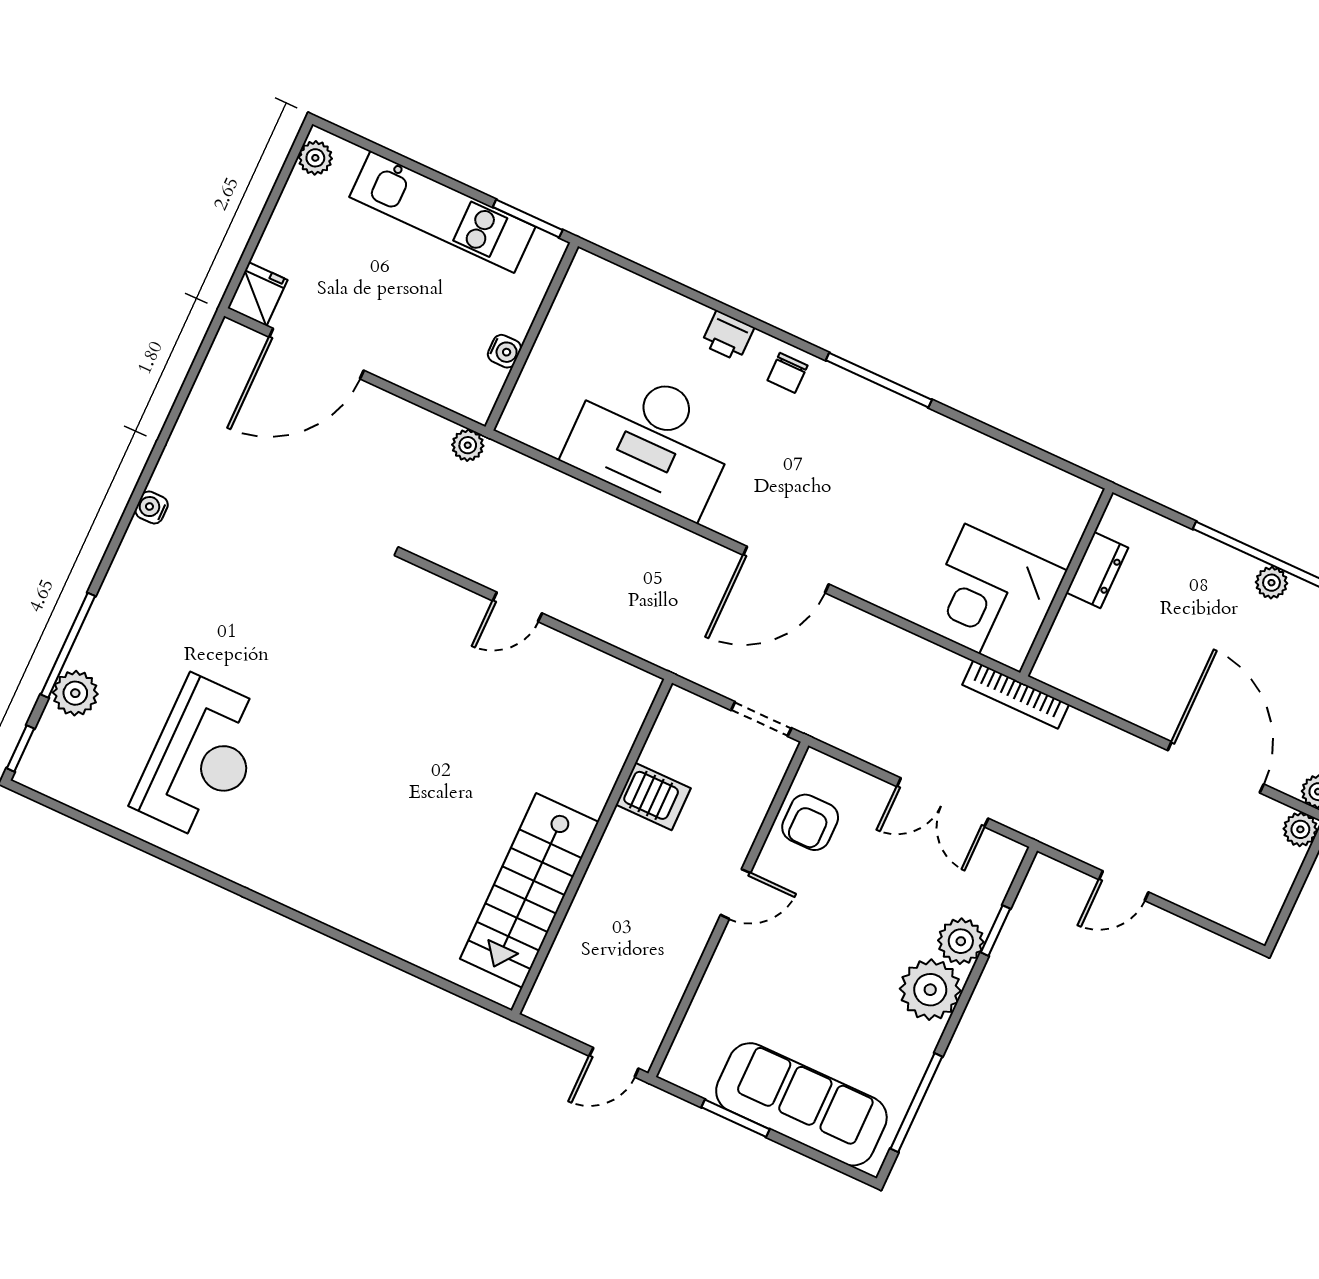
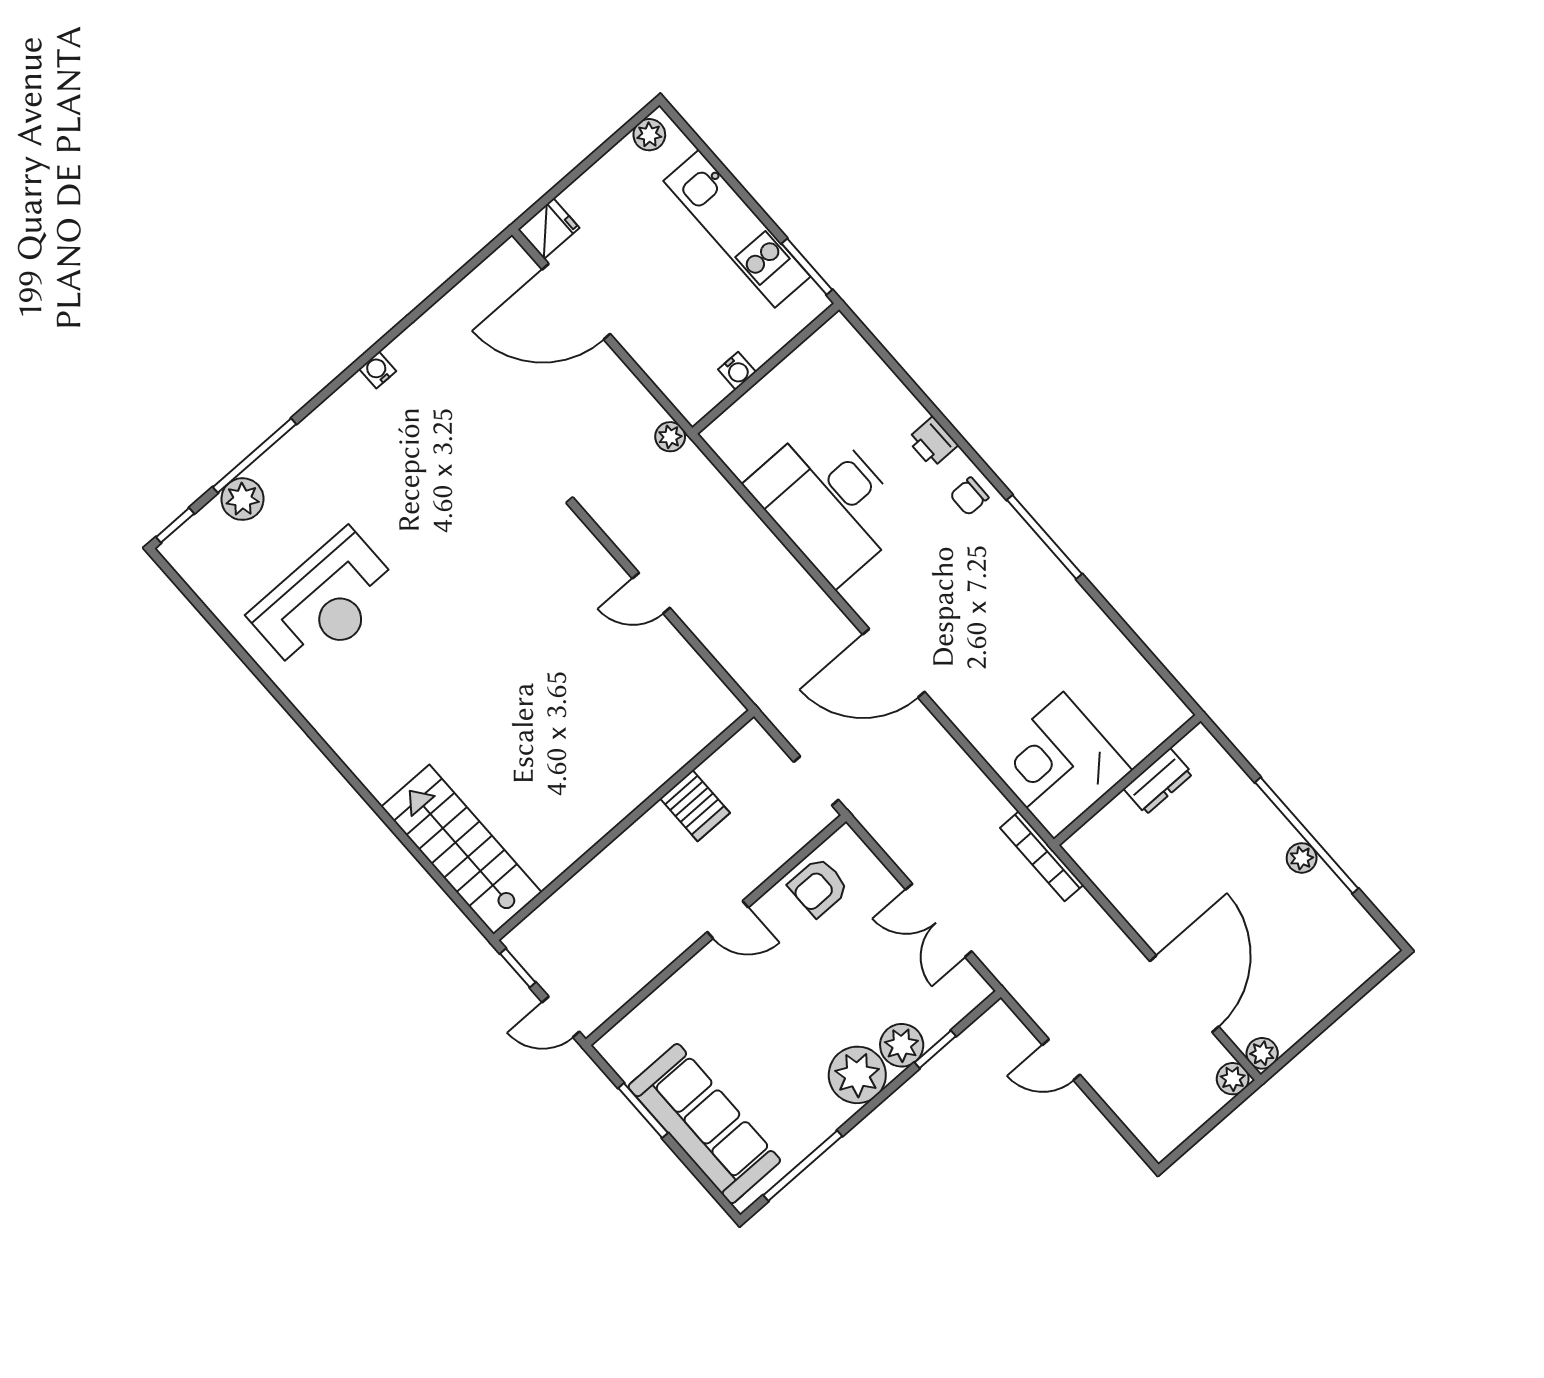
stairs: (529, 890) -> (461, 849), moved, turned 90
window: (550, 1033) -> (518, 968), added

